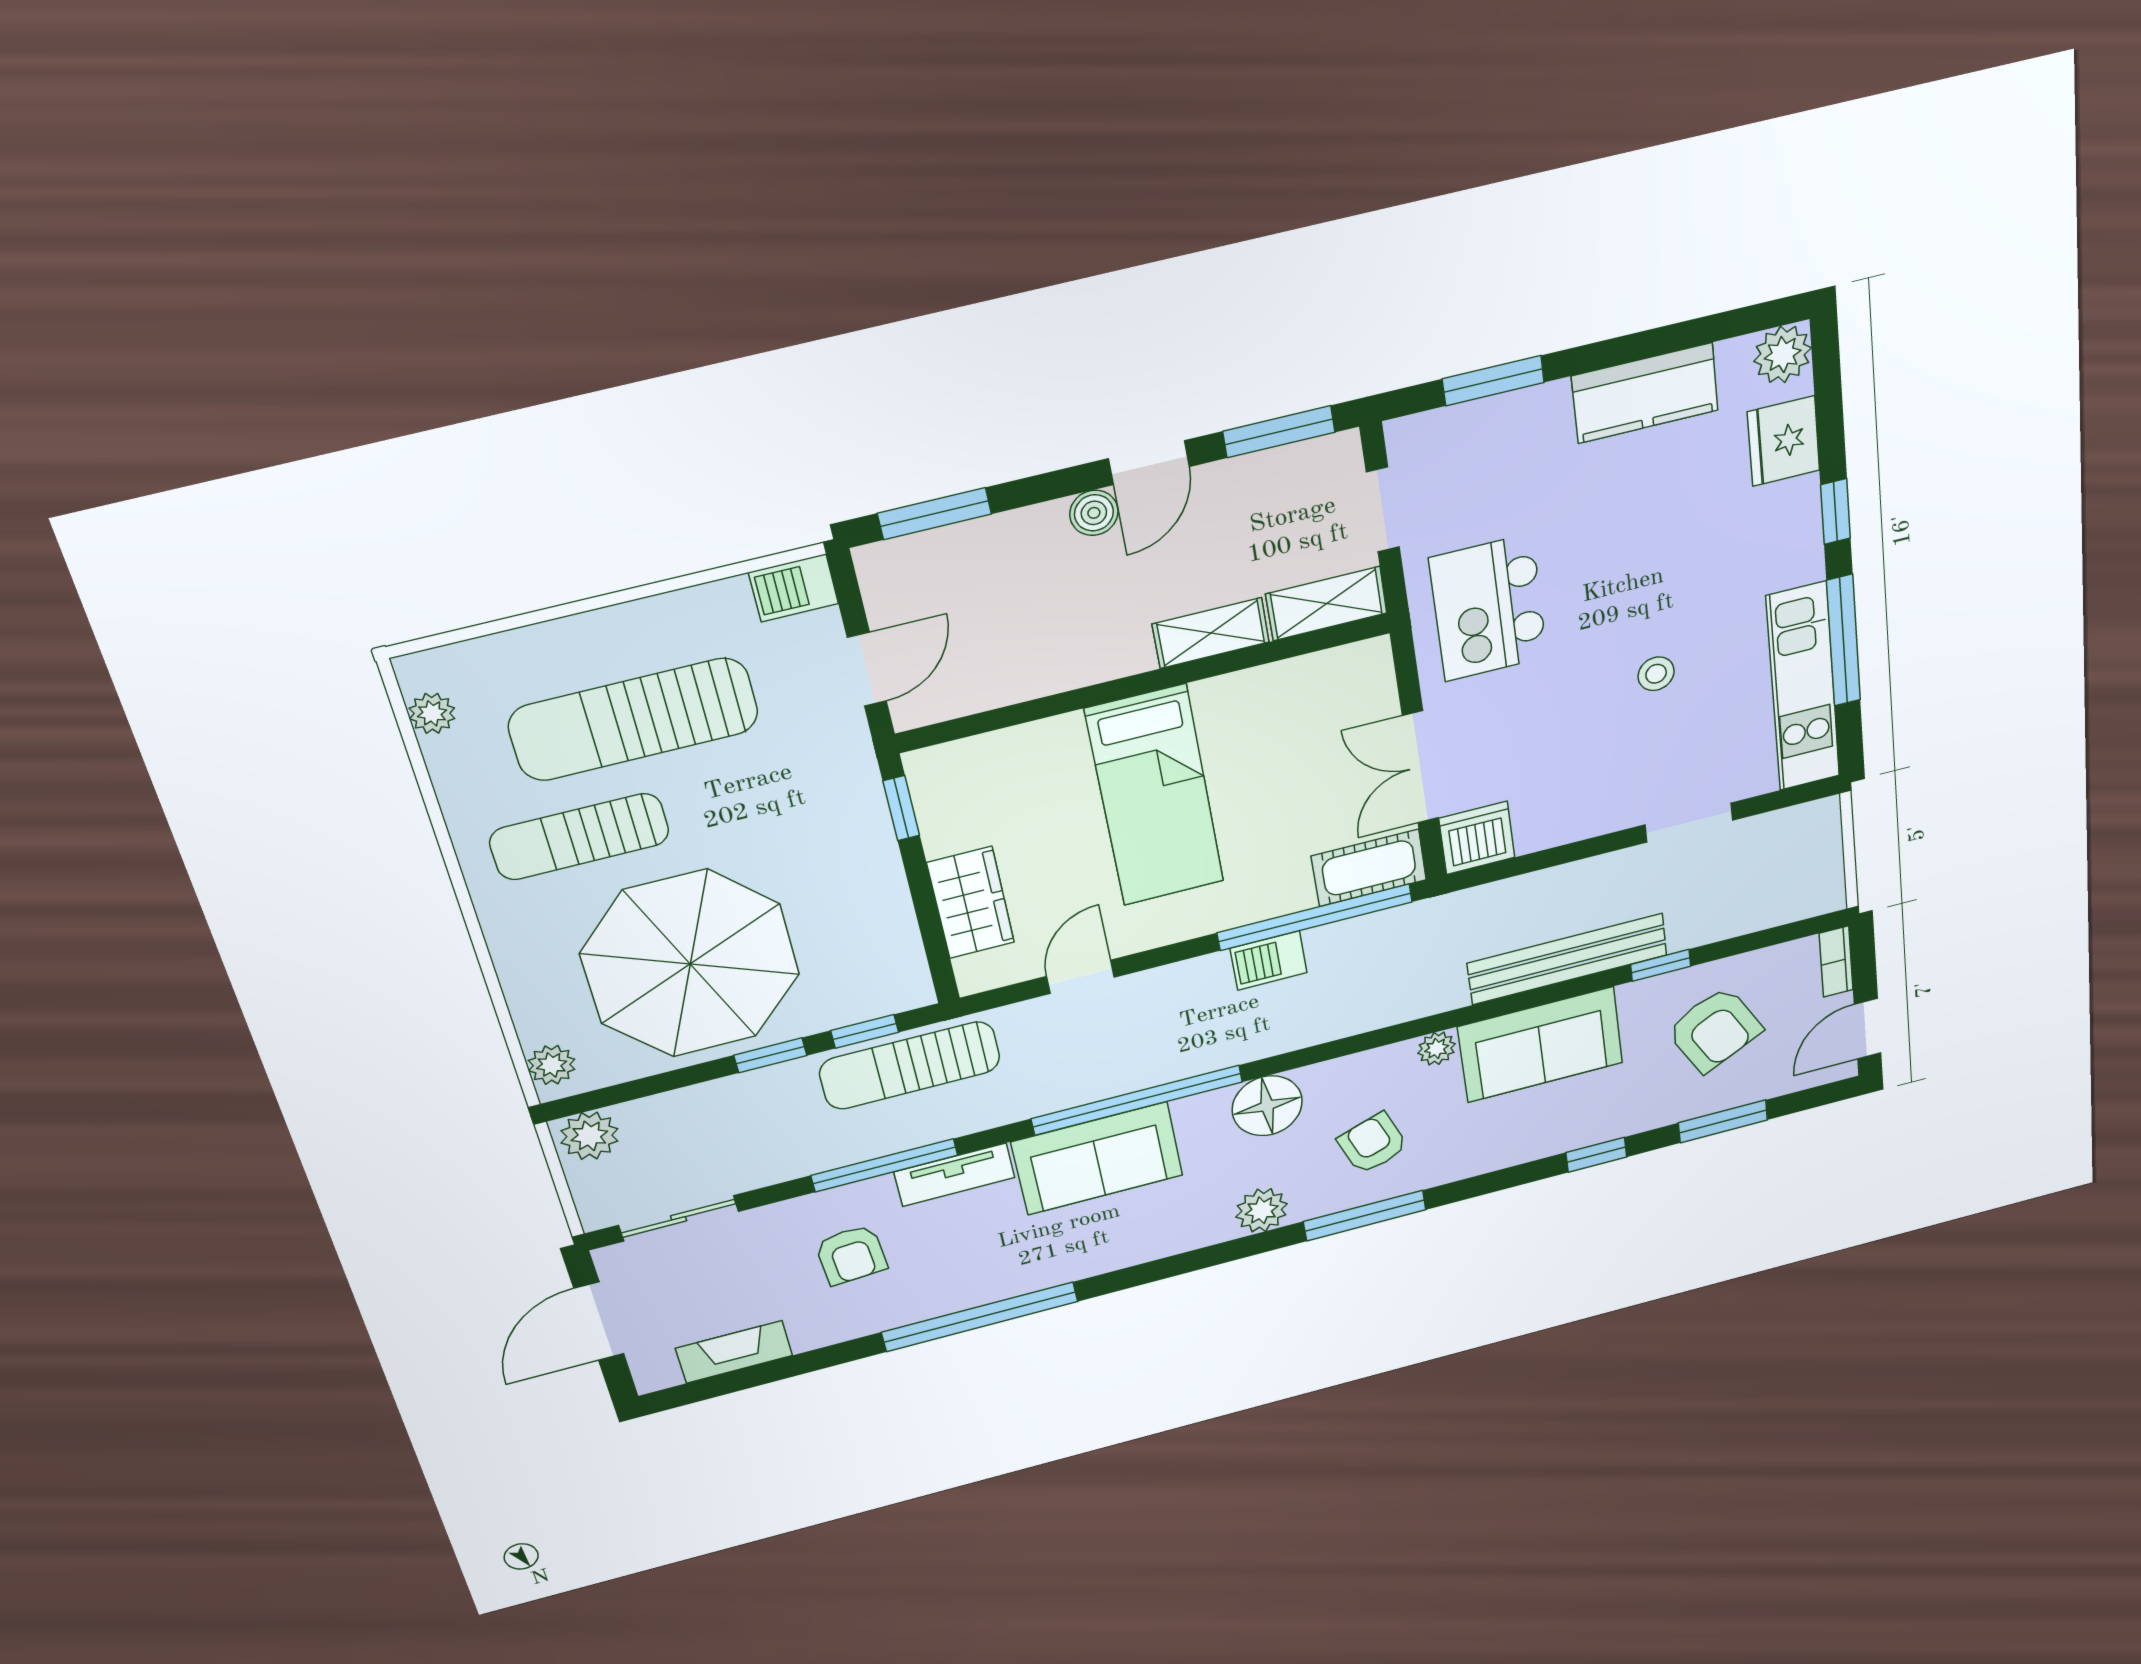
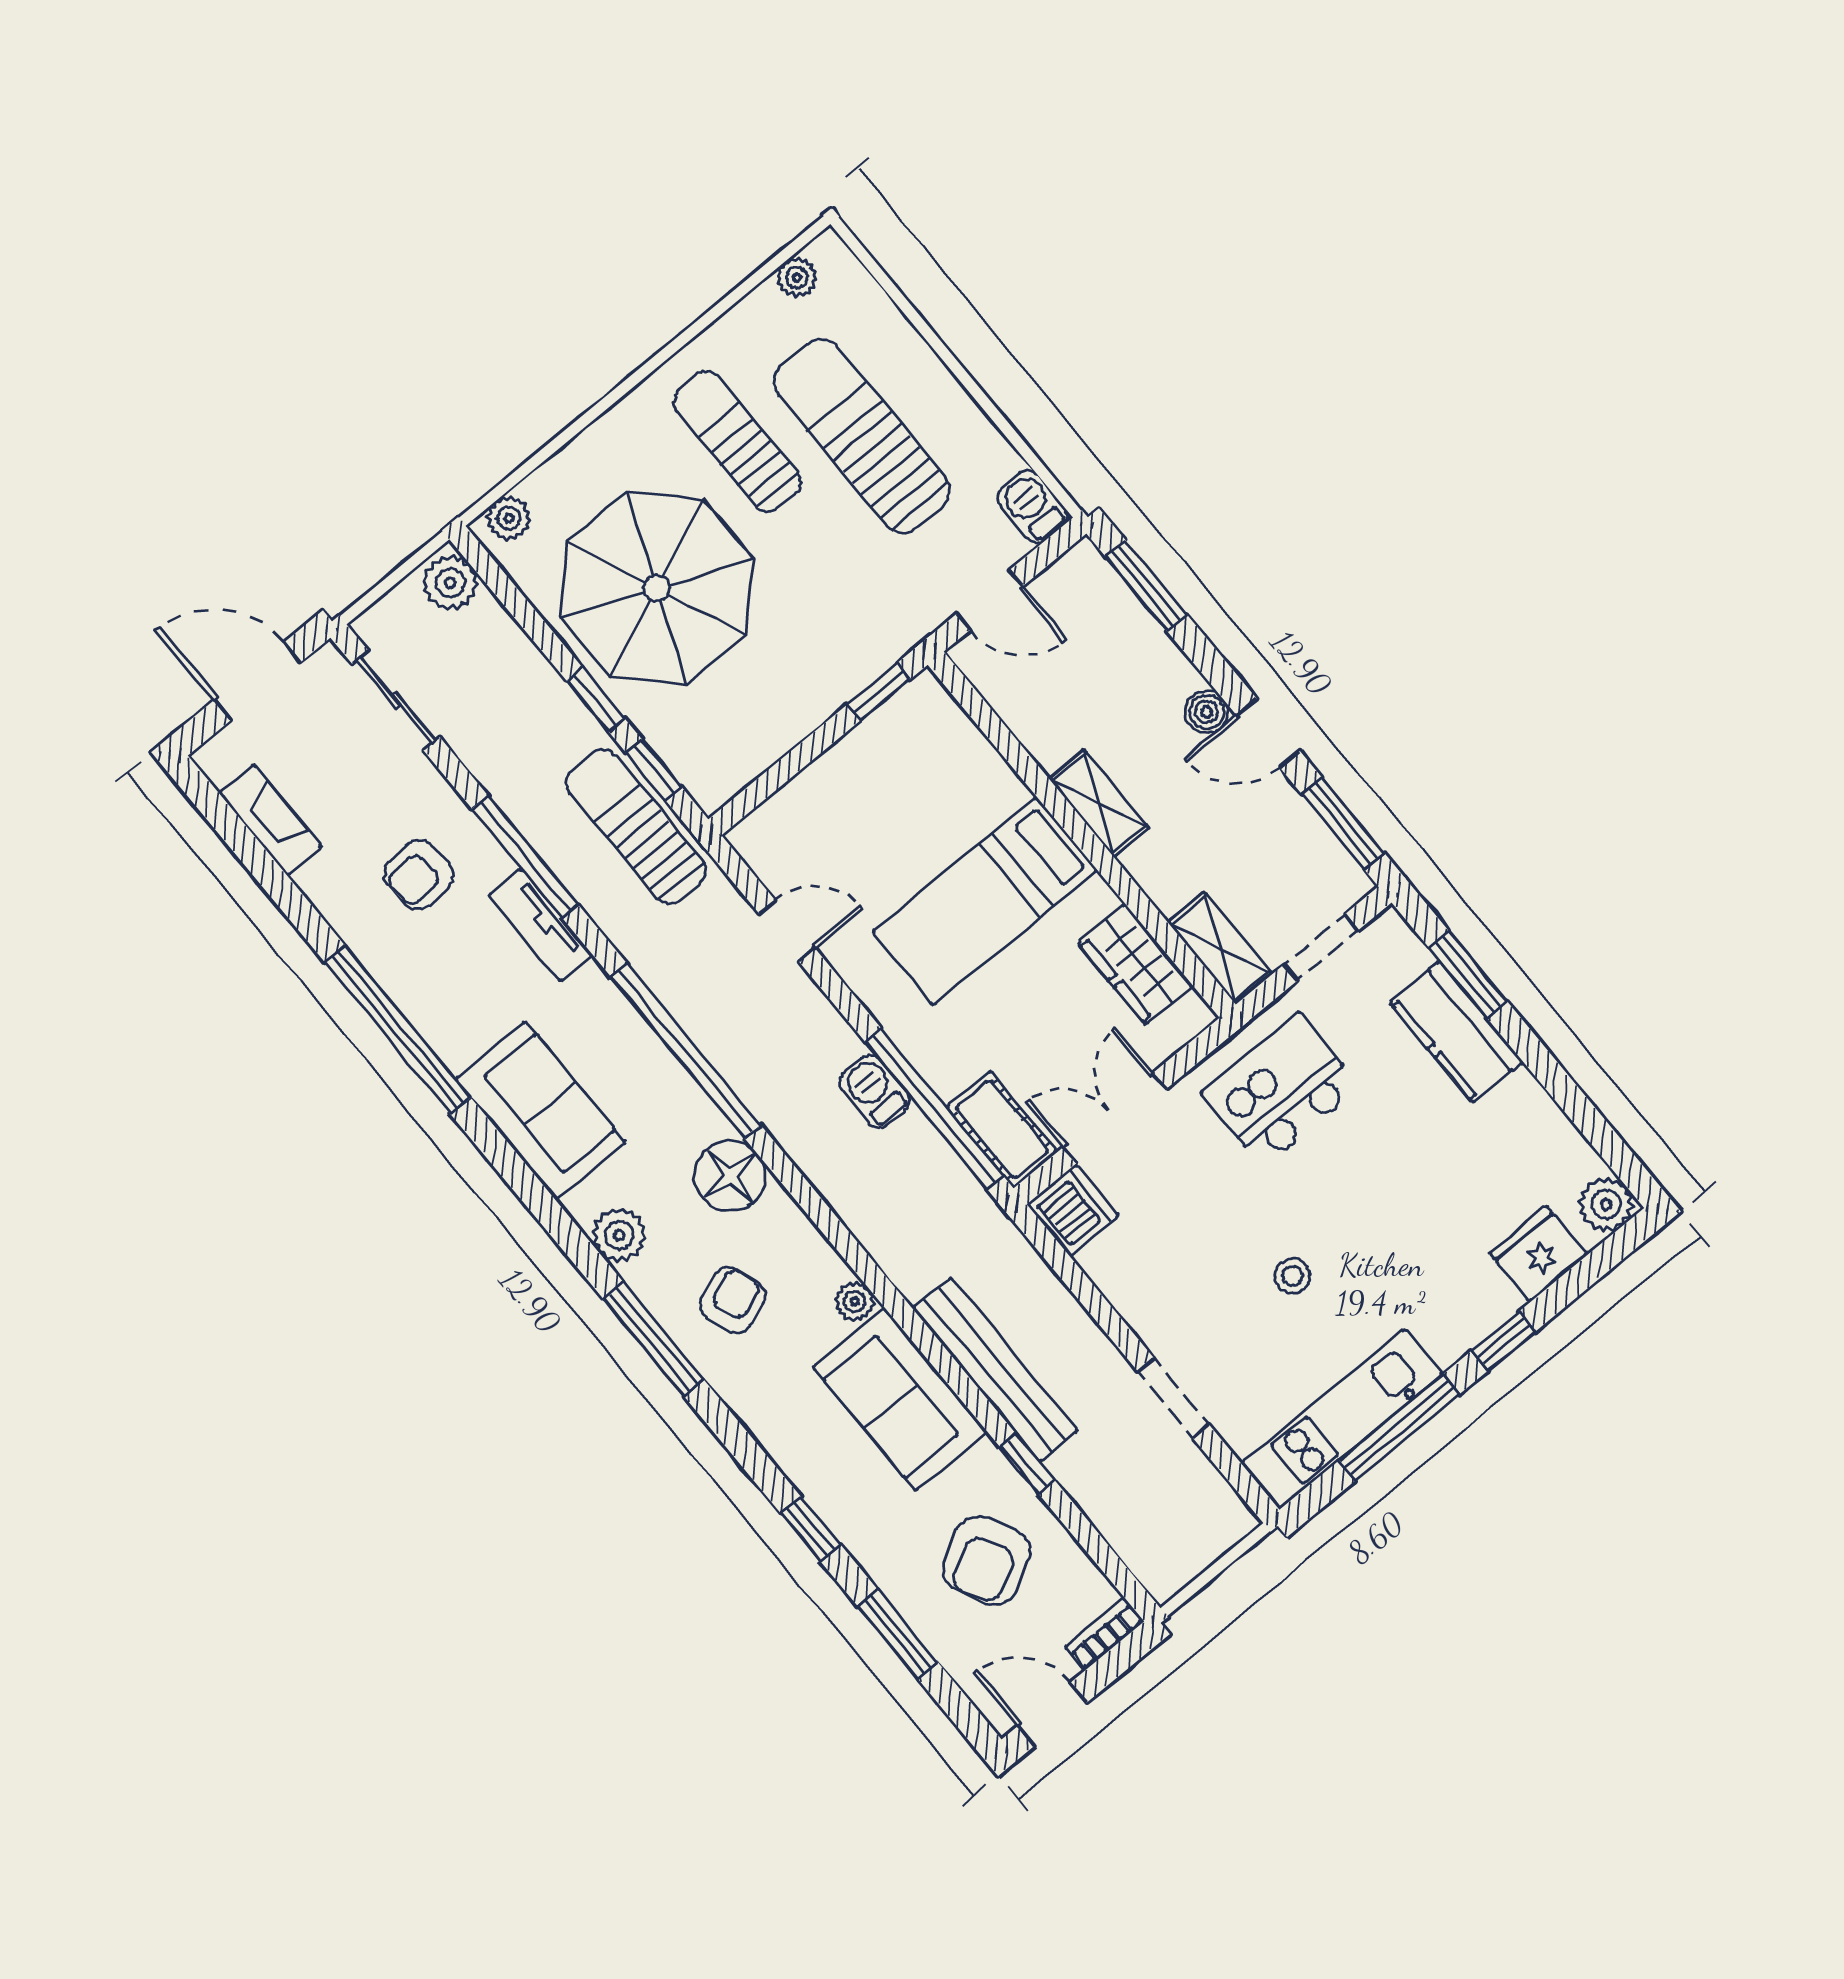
kitchen counter: (1645, 393) -> (1456, 1032), moved
shelving: (1211, 633) -> (1099, 803), moved
wardrobe: (971, 903) -> (1135, 964), moved, turned 90
sofa: (1097, 1159) -> (540, 1111), moved, turned 180

